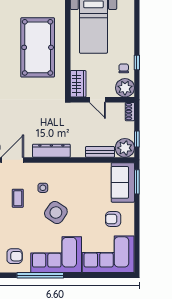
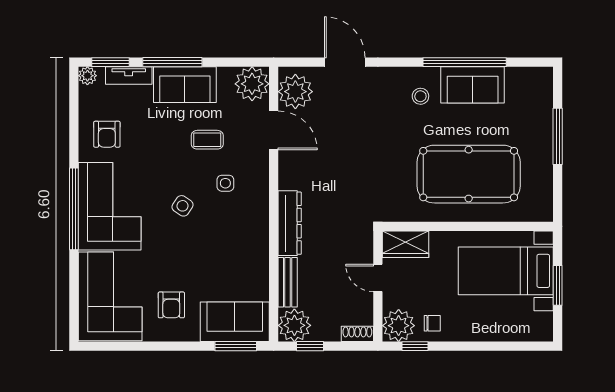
window: (137, 62) -> (415, 346), moved
door: (97, 100) -> (378, 278), hinge flipped
dresser: (51, 151) -> (290, 223), moved
side table: (56, 213) -> (183, 206), width x0.54, depth x0.54
armchair: (113, 219) -> (171, 305), turned 180
window: (40, 275) -> (74, 209), moved

